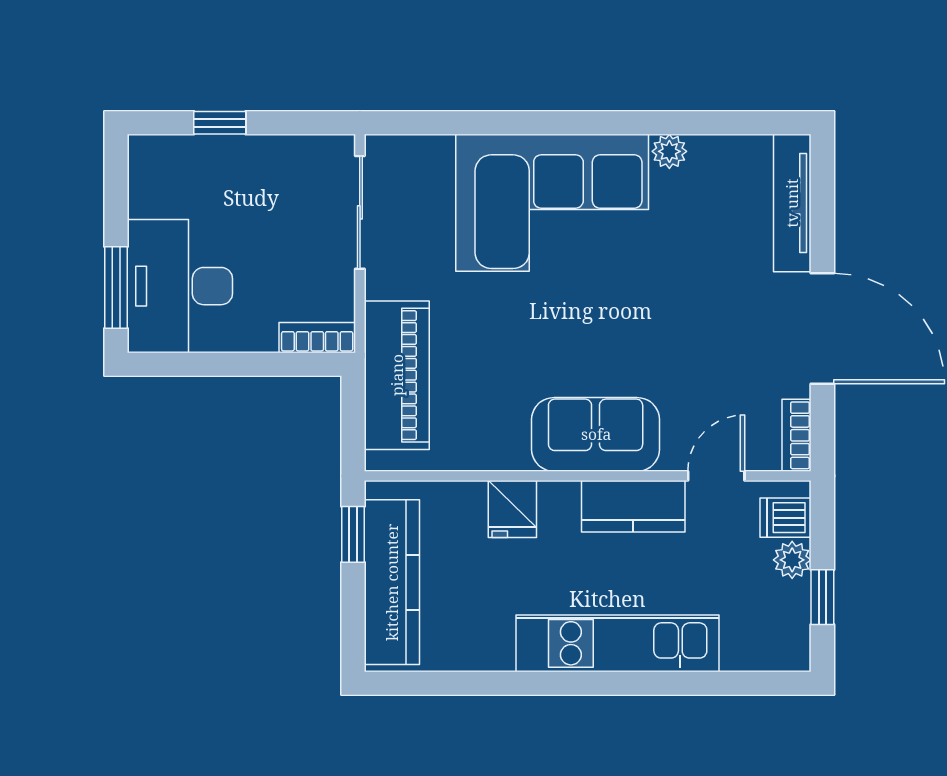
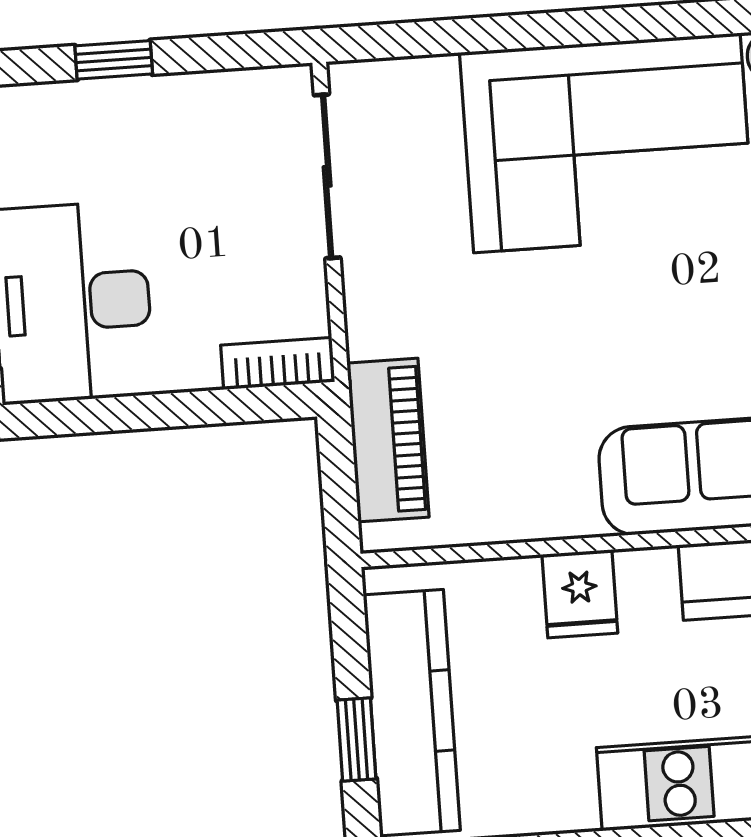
piano: (397, 375) -> (388, 440), width x0.73, depth x0.75
window: (353, 534) -> (357, 739), moved

